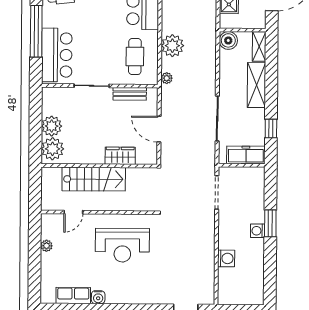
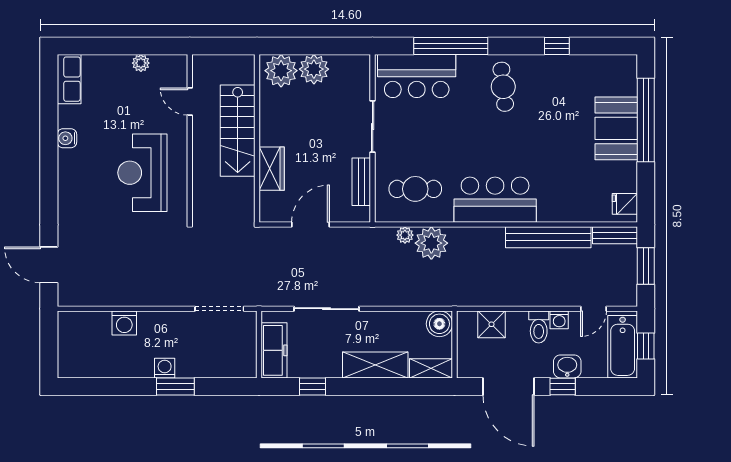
plant: (167, 78) -> (405, 235), moved
row of seats: (73, 296) -> (69, 79), moved

